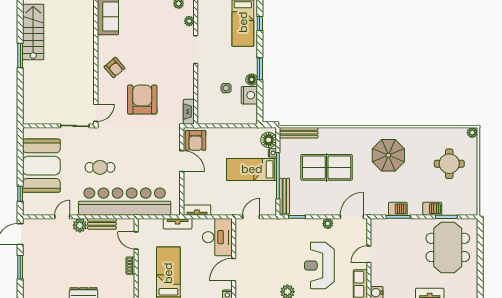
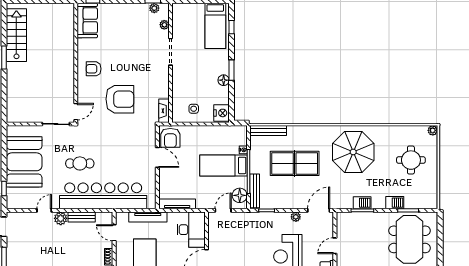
armchair: (115, 68) -> (94, 69), turned 131
side table: (226, 88) -> (194, 109), moved
nightstand: (249, 95) -> (221, 113), moved
armchair: (142, 100) -> (120, 99), turned 90
floor lamp: (269, 140) -> (240, 195), moved
parasol: (388, 155) -> (353, 152), width x1.36, depth x1.36
tv unit: (197, 210) -> (177, 204), width x1.41
tv unit: (178, 224) -> (148, 217), width x1.41

